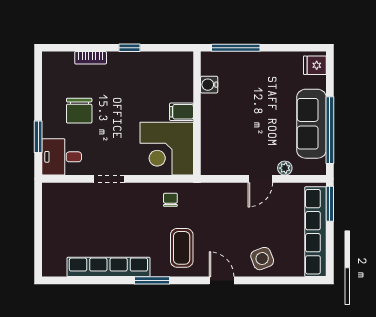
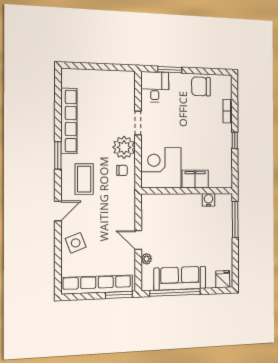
chair: (79, 111) -> (201, 86), moved
filing cabinet: (181, 112) -> (195, 179), width x2.00
plant: (141, 197) -> (124, 147), added
coffee table: (182, 248) -> (84, 179), turned 90

